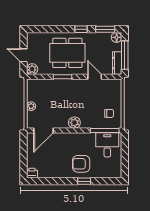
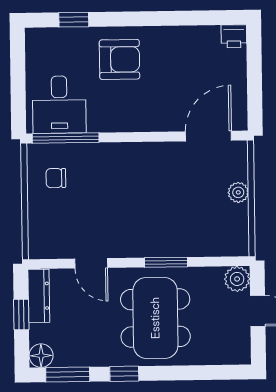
dining table: (67, 53) -> (155, 318), turned 90
window: (125, 55) -> (21, 315), width x0.46
plant: (74, 123) -> (137, 155), removed
window: (84, 181) -> (74, 20), moved

